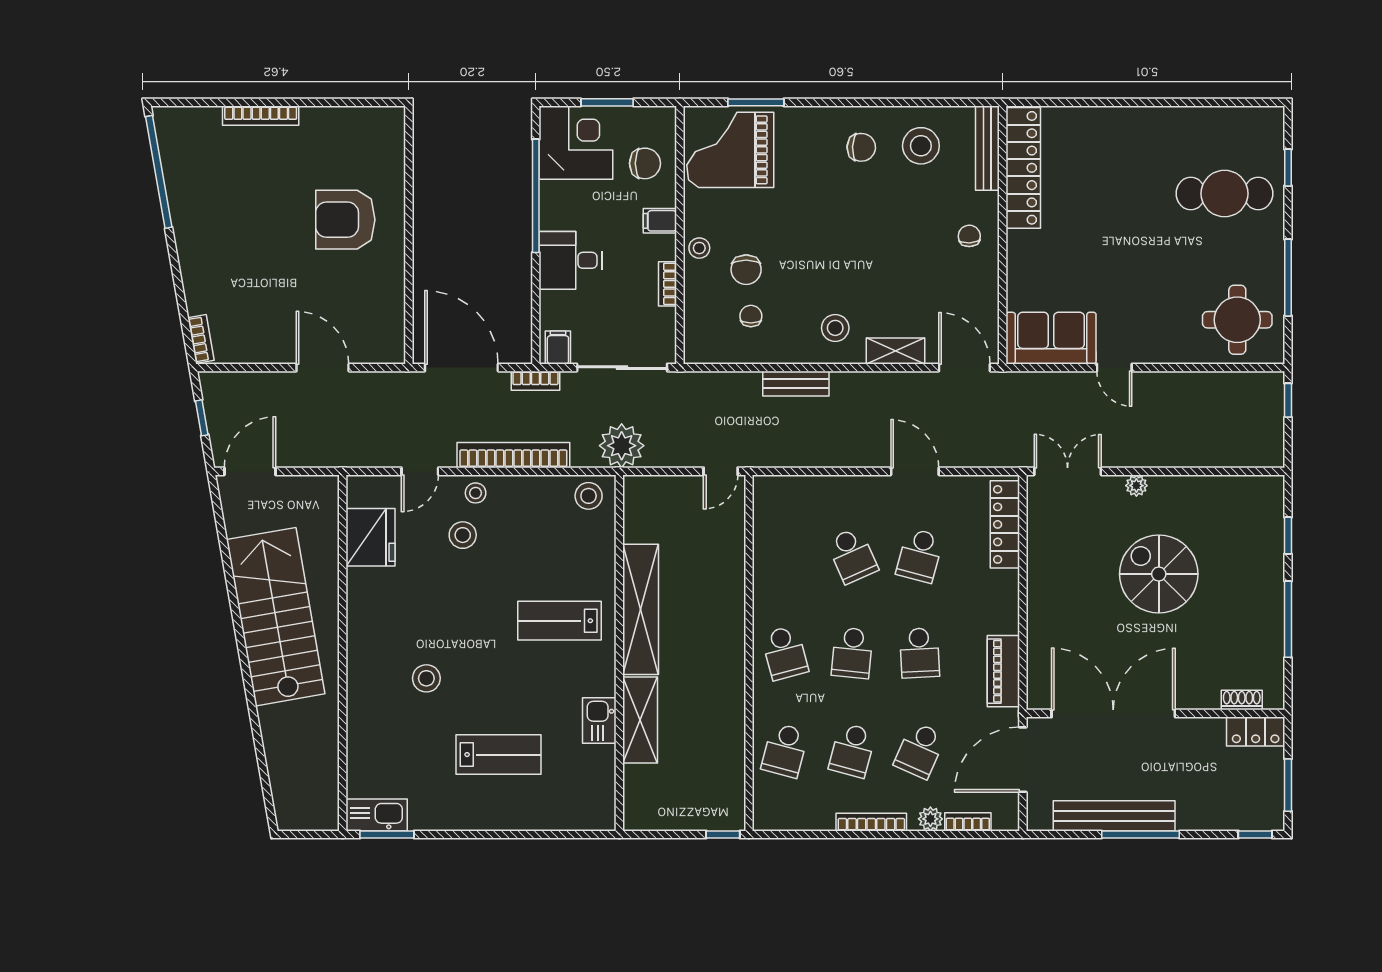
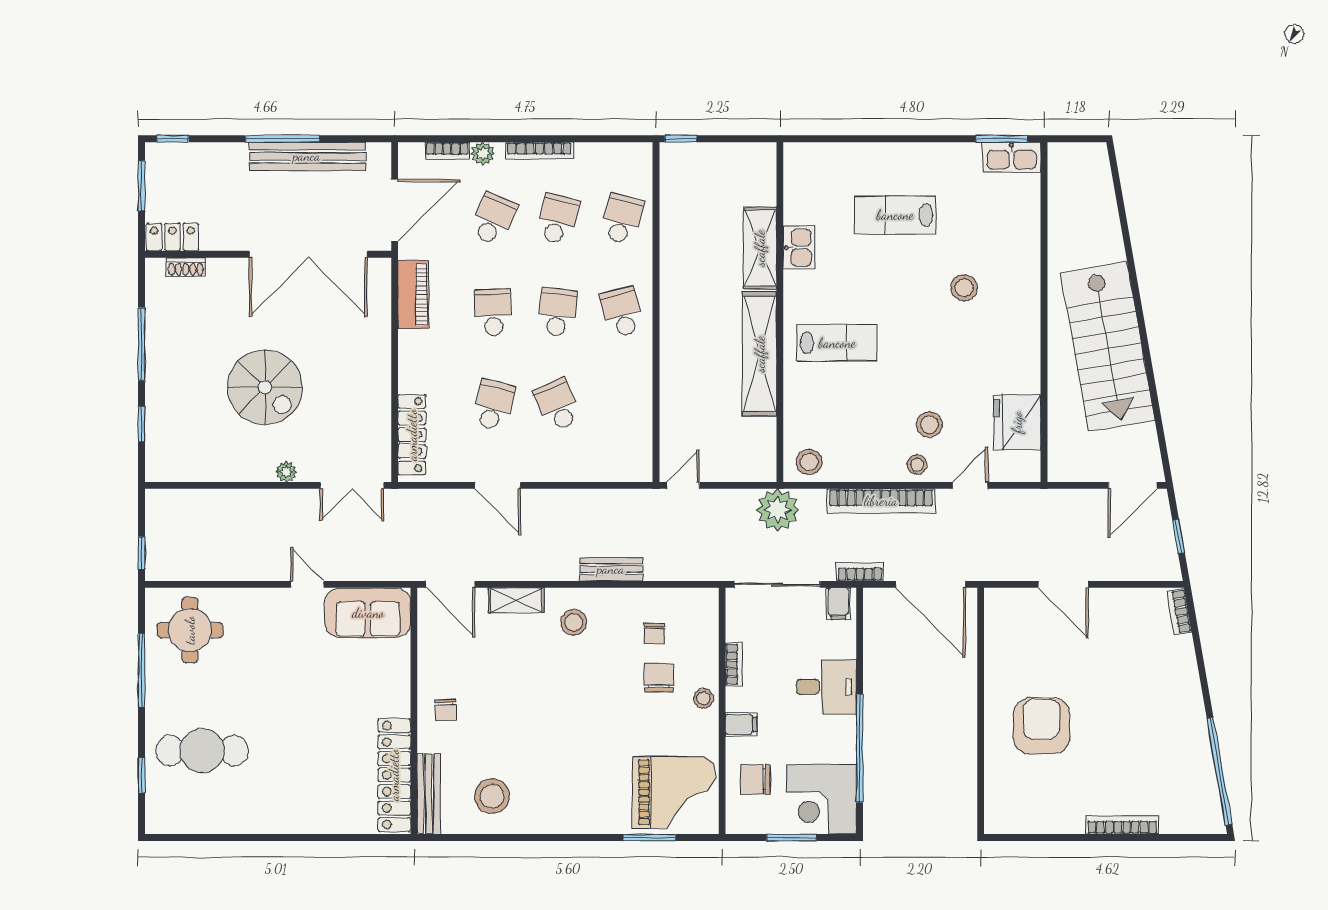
chair: (861, 147) -> (549, 795), removed
armchair: (345, 220) -> (1041, 726), turned -90

